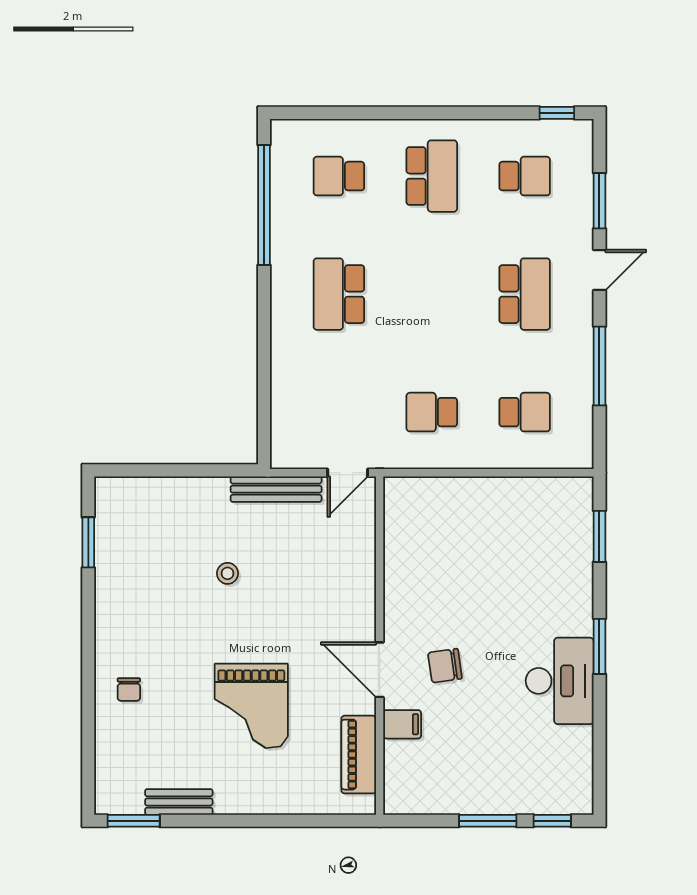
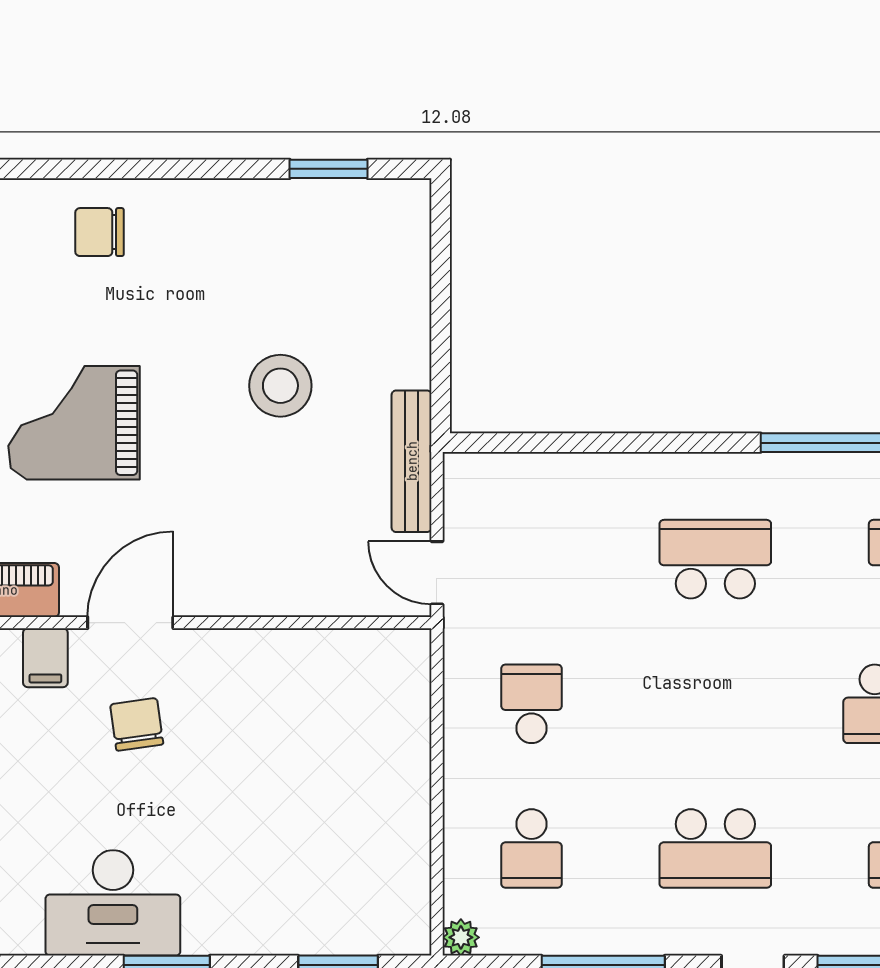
plant: (582, 457) -> (461, 937), added
stool: (227, 573) -> (280, 386), width x1.89, depth x1.89
chair: (129, 689) -> (100, 232), width x1.37, depth x1.37

